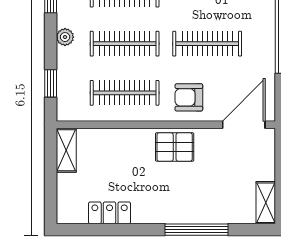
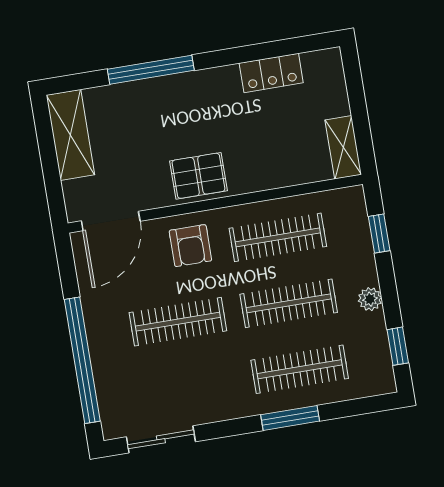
armchair: (189, 97) -> (190, 246), turned 90
shelving: (266, 203) -> (70, 135), width x1.50, depth x1.33

